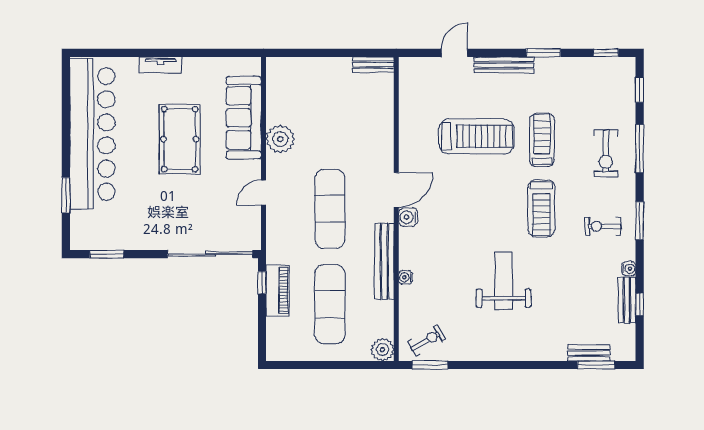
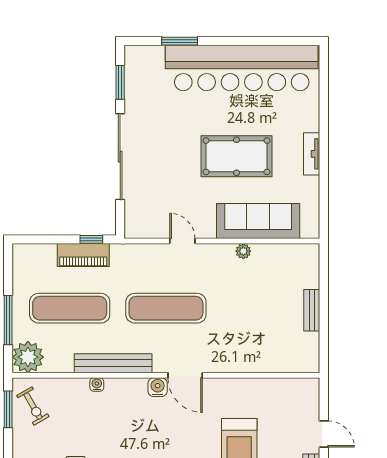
tv unit: (161, 65) -> (312, 154), moved
bench: (373, 65) -> (312, 310), moved
plant: (280, 139) -> (243, 251), width x0.53, depth x0.53
sliding door: (210, 254) -> (120, 157), moved
plant: (382, 350) -> (28, 357), width x1.36, depth x1.36
window: (342, 365) -> (8, 320), added

